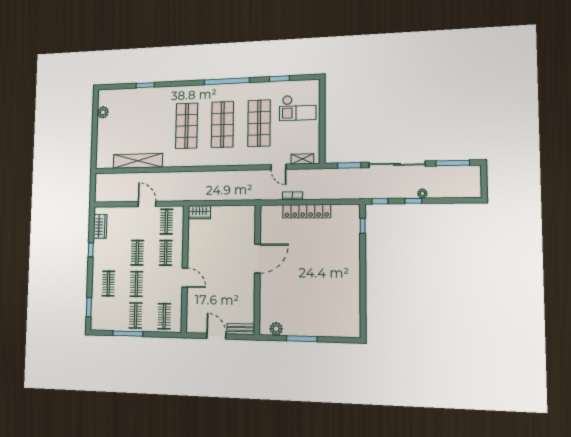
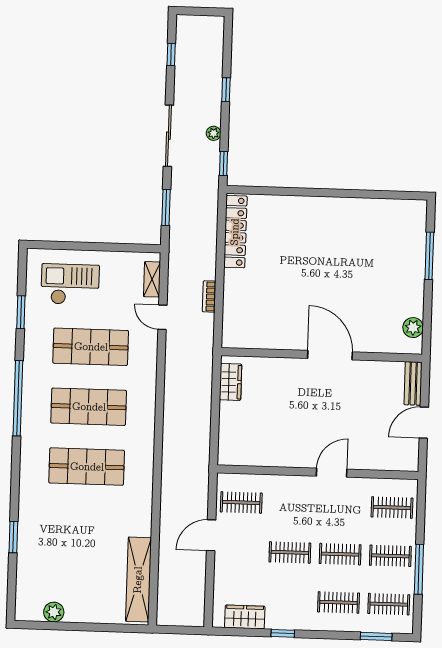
checkout: (298, 108) -> (70, 284), turned -90
shelving: (138, 161) -> (138, 580), moved
window: (453, 163) -> (171, 54), width x0.46
sliding door: (397, 164) -> (168, 136), width x0.73
door: (279, 167) -> (162, 317), swing flipped
plant: (422, 193) -> (214, 133), moved
window: (413, 201) -> (226, 90), moved
locker: (307, 211) -> (235, 232), moved
wardrobe: (199, 212) -> (231, 382), moved
window: (363, 226) -> (260, 191), removed
clothes rail: (166, 253) -> (389, 604), moved
door: (257, 259) -> (330, 355), moved
window: (302, 339) -> (429, 256), moved

